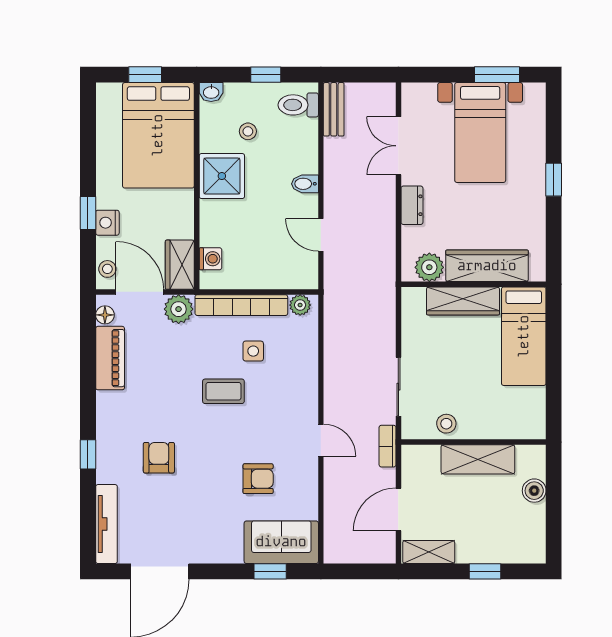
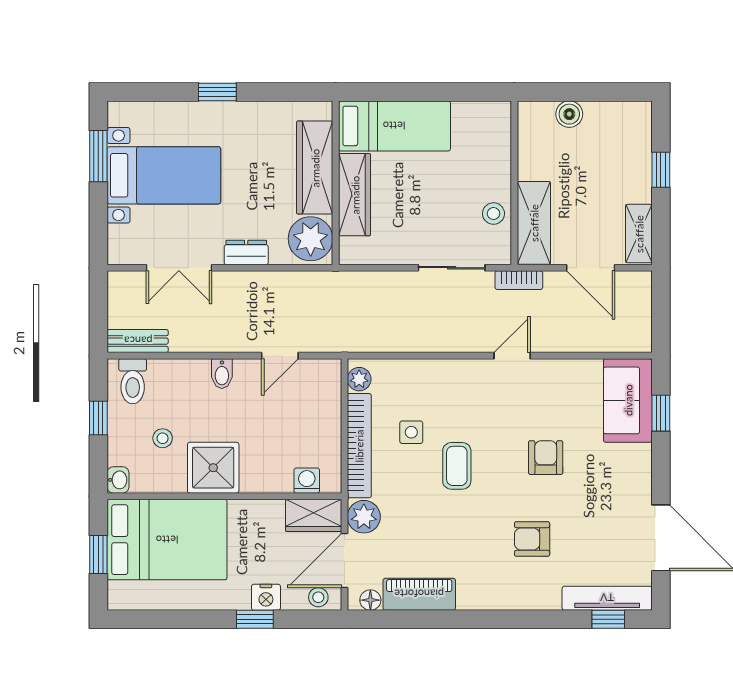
plant: (429, 267) -> (311, 239), width x1.36, depth x1.36
window: (88, 454) -> (608, 619), moved
shelving: (478, 459) -> (534, 223), moved
armchair: (258, 479) -> (546, 458), moved

